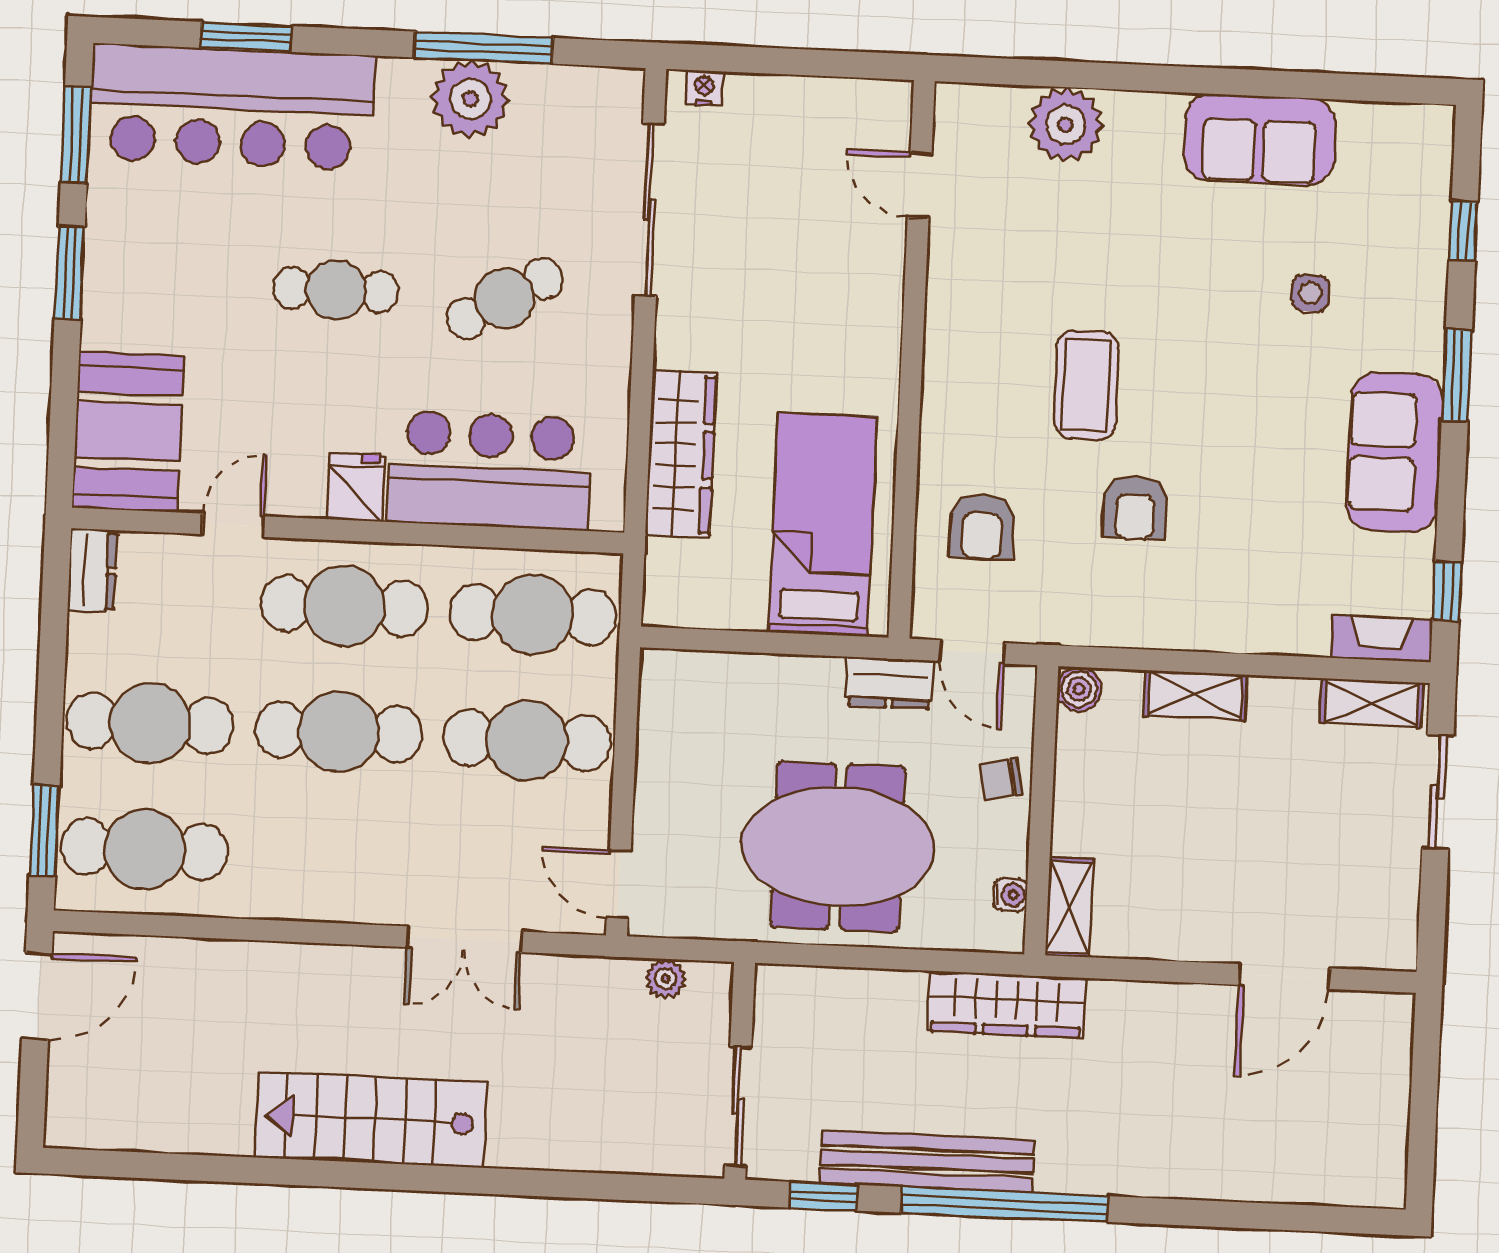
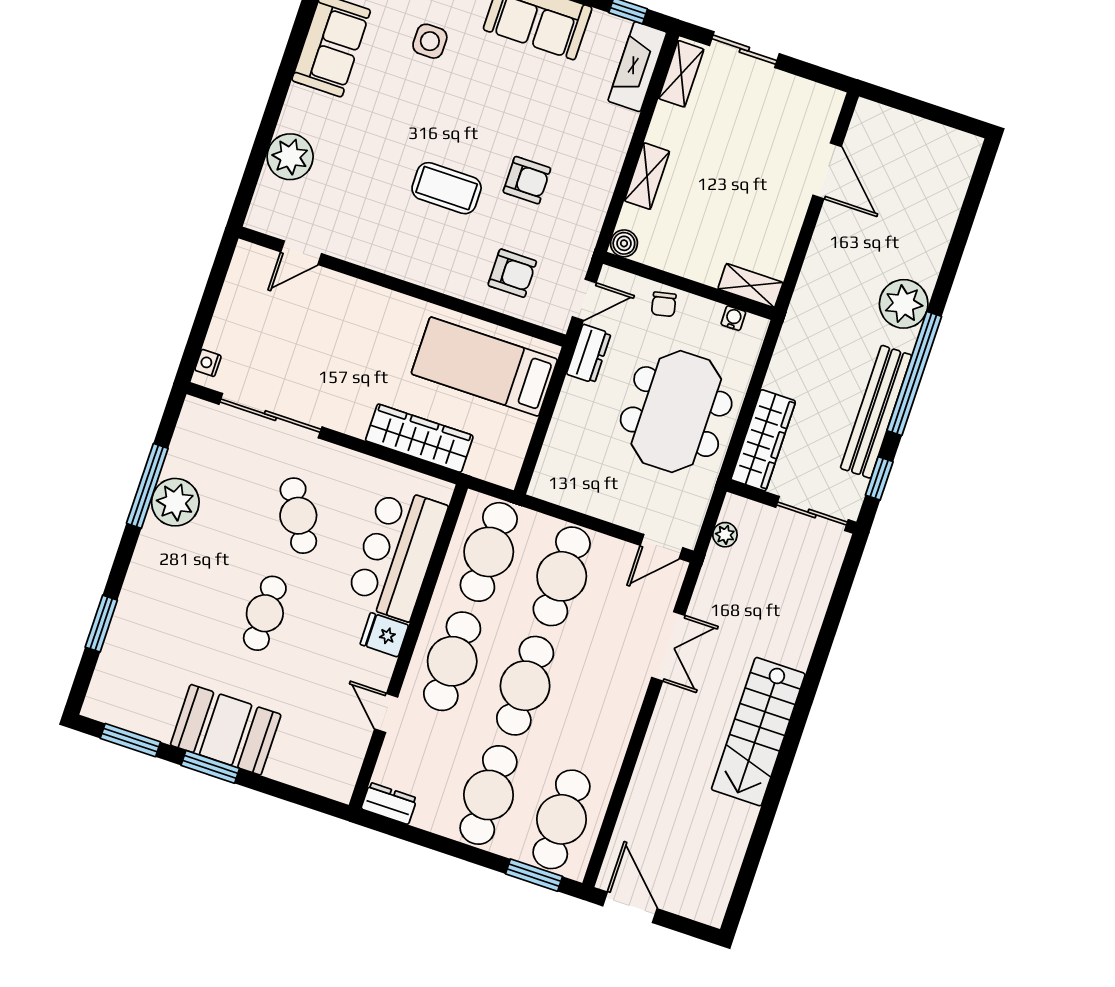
bar counter: (232, 107) -> (140, 644), removed
side table: (1310, 293) -> (430, 41), width x1.37, depth x1.37
booth: (128, 432) -> (226, 730), moved
fireplace: (1381, 639) -> (637, 67), width x1.37, depth x1.32
wardrobe: (1006, 1004) -> (763, 440), moved
plant: (1109, 1157) -> (904, 304), added

